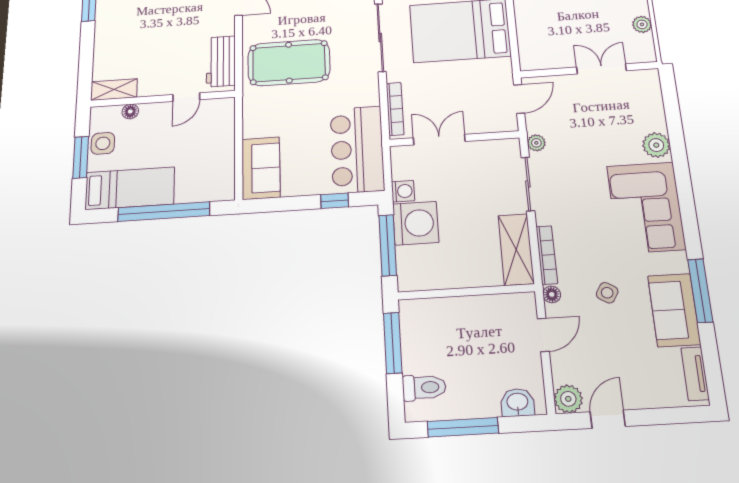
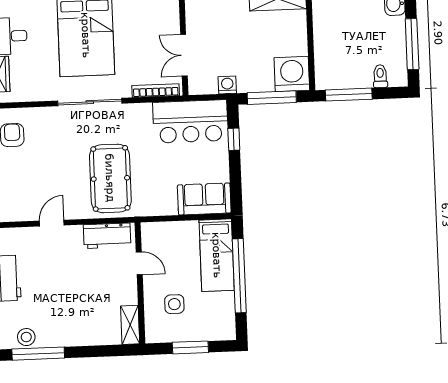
floor lamp: (130, 111) -> (151, 309), removed
side table: (103, 143) -> (174, 304), moved
bed: (130, 188) -> (217, 255), moved, turned 180
washing machine: (416, 223) -> (292, 74), moved
toilet: (424, 387) -> (380, 76), width x0.73, depth x0.72

